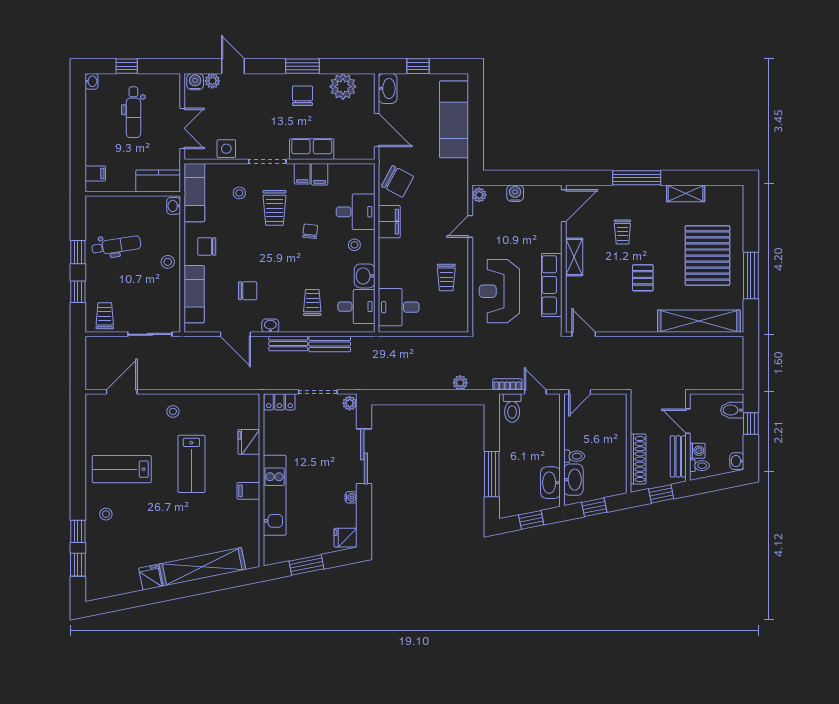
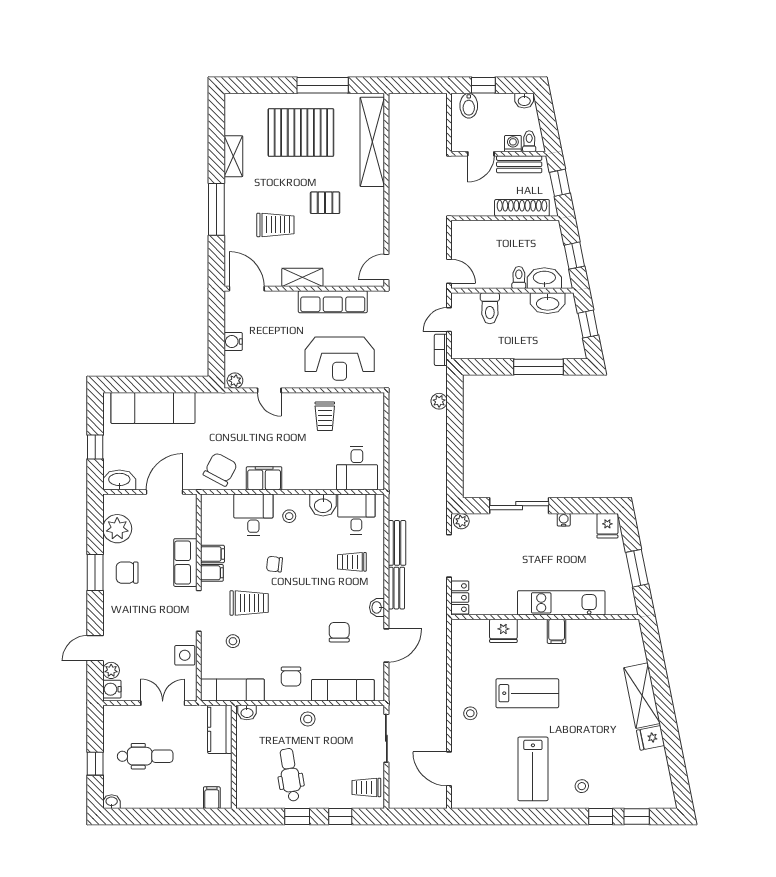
trolley: (622, 232) -> (275, 225), width x1.36, depth x1.39
trolley: (446, 278) -> (325, 416), turned 90
toilet: (512, 408) -> (490, 308), moved, turned 90
shelving: (202, 567) -> (642, 696), width x0.68

